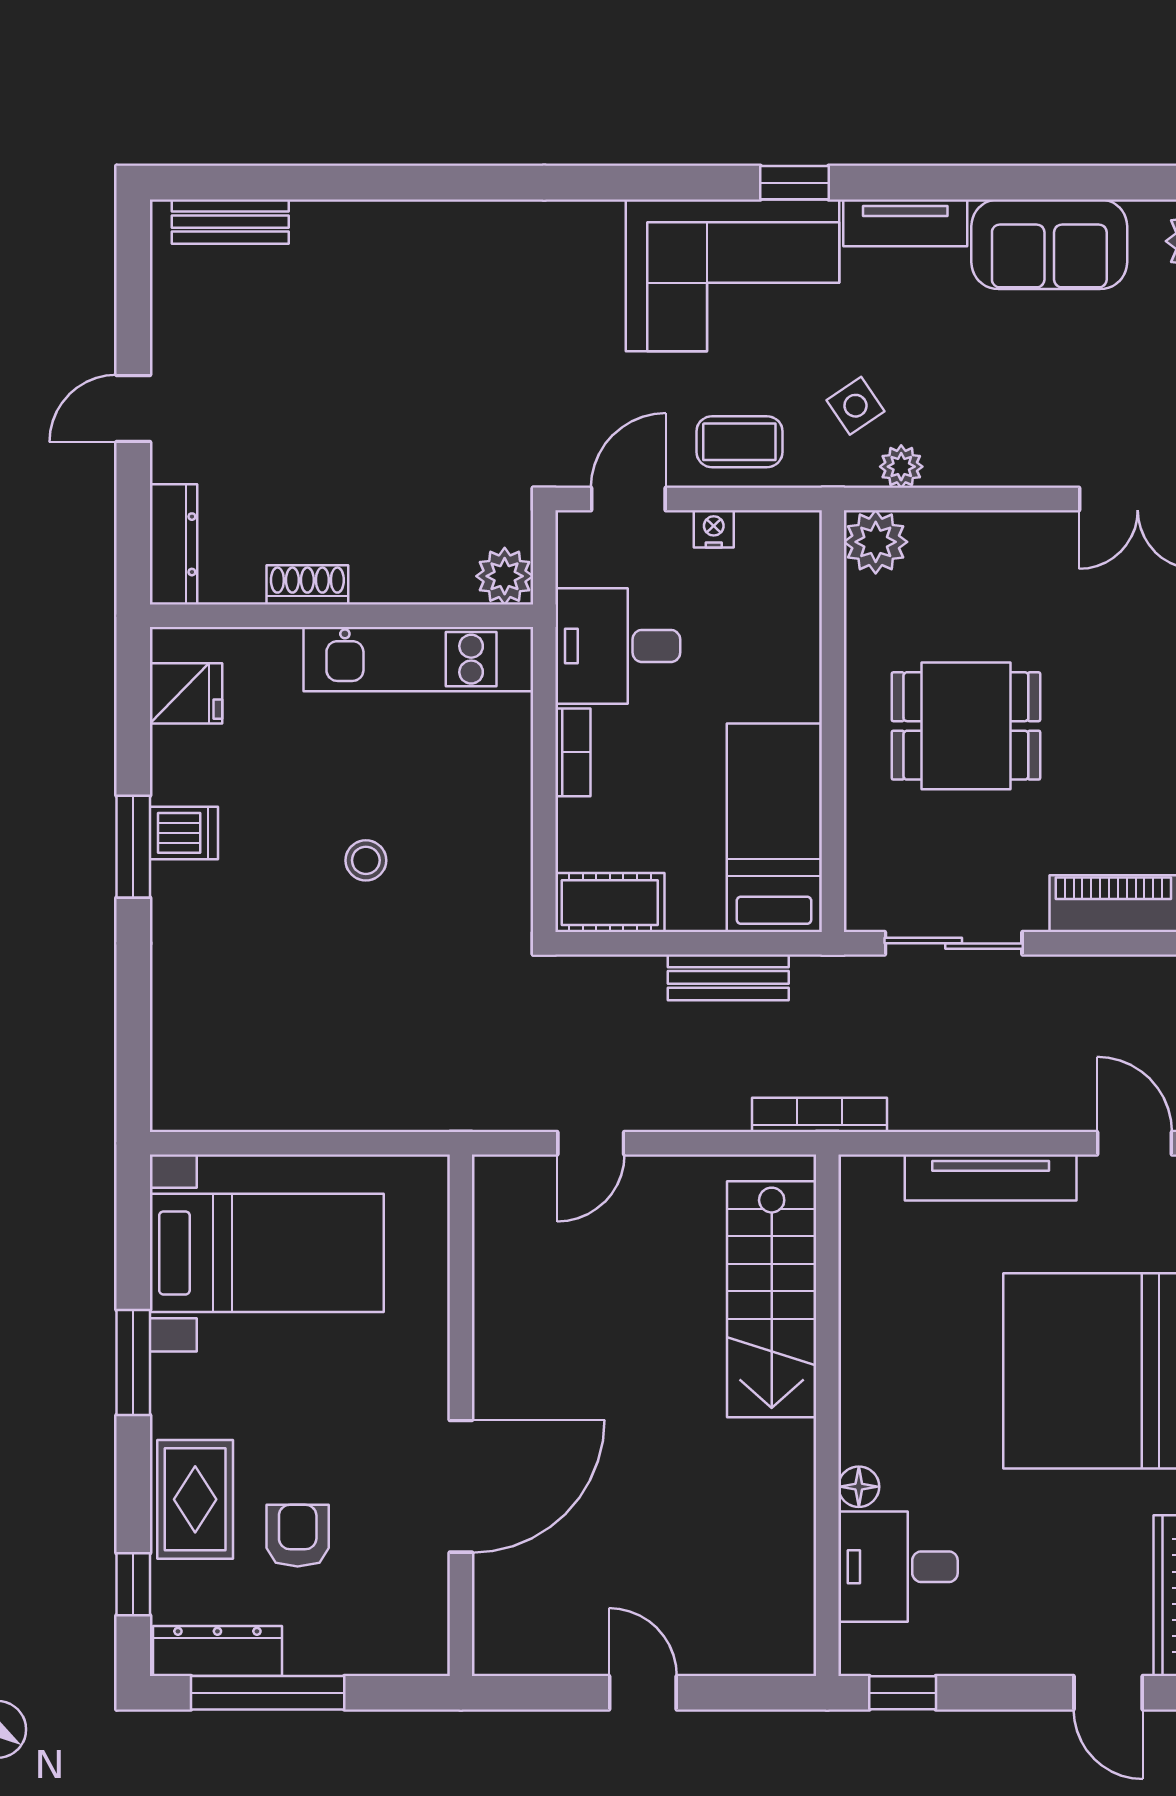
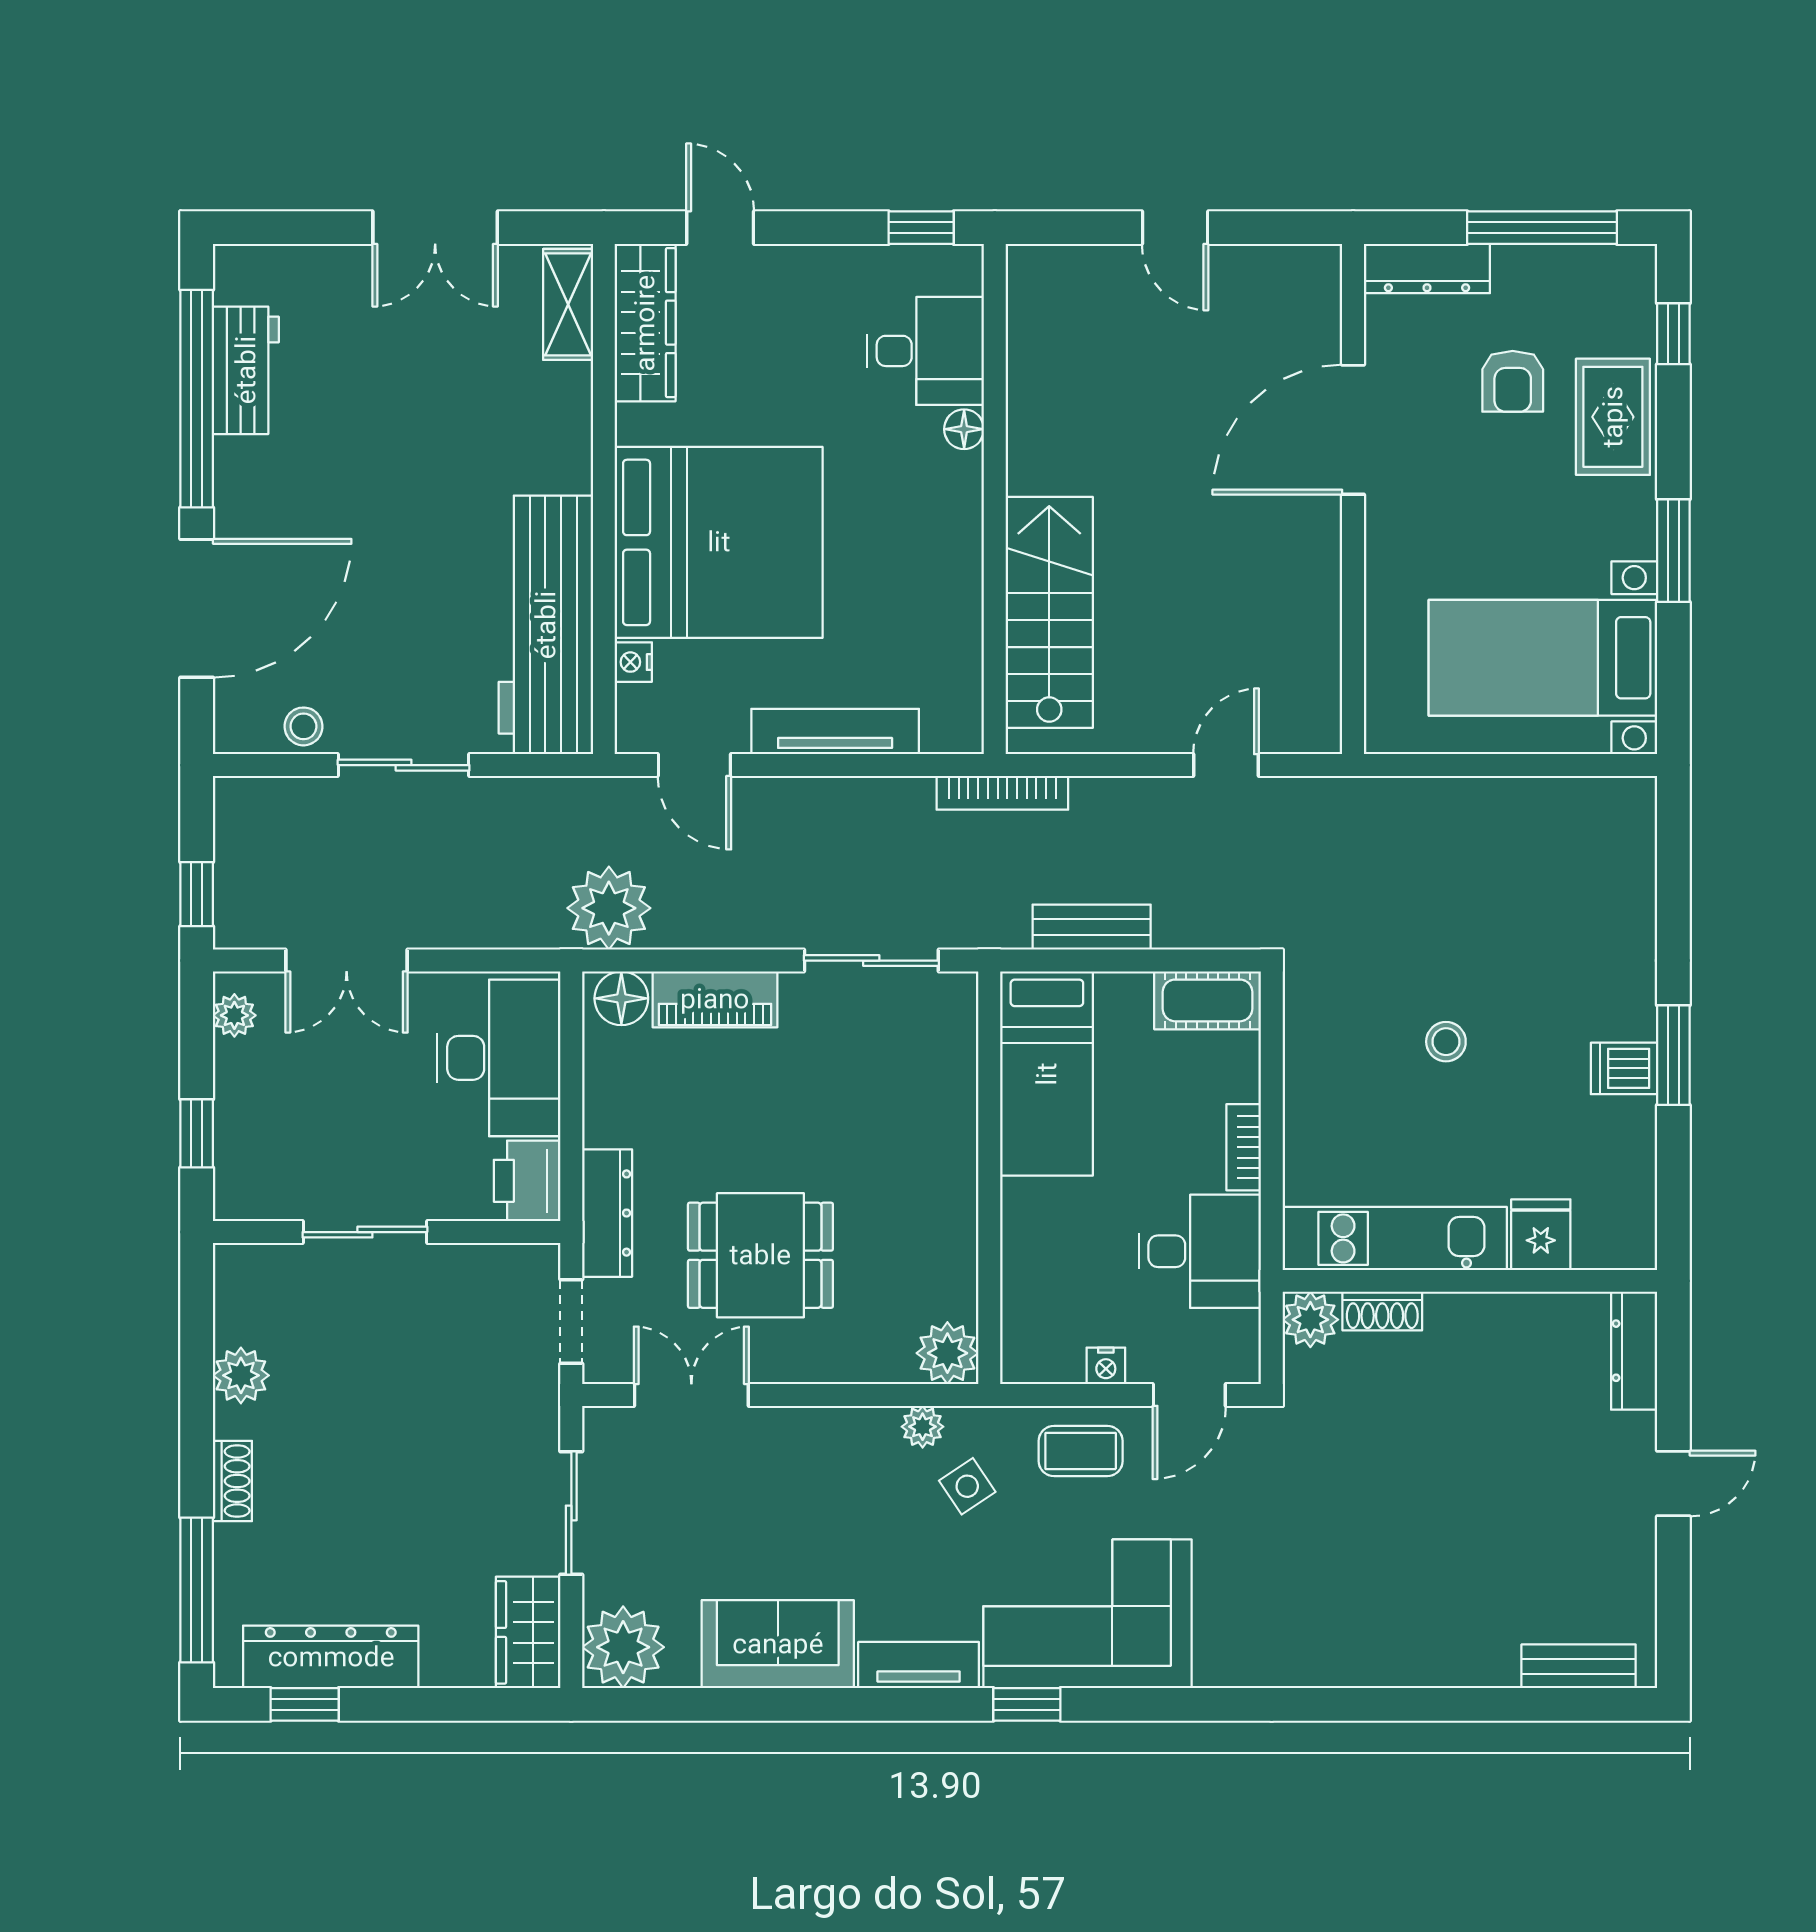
shoe rack: (307, 585) -> (1382, 1311), moved
fridge: (186, 693) -> (1541, 1235), moved, turned 90
dining table: (966, 726) -> (760, 1255), moved
dresser: (217, 1651) -> (1427, 269), moved

